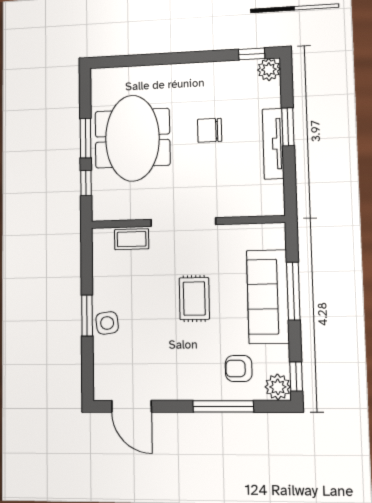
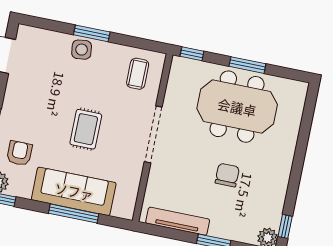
tv unit: (273, 144) -> (178, 221), moved
window: (86, 183) -> (192, 54), moved
coffee table: (132, 239) -> (138, 74), moved
rug: (194, 299) -> (86, 129), turned 90

